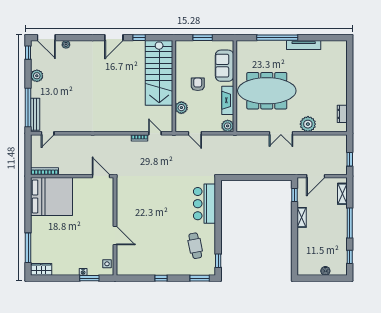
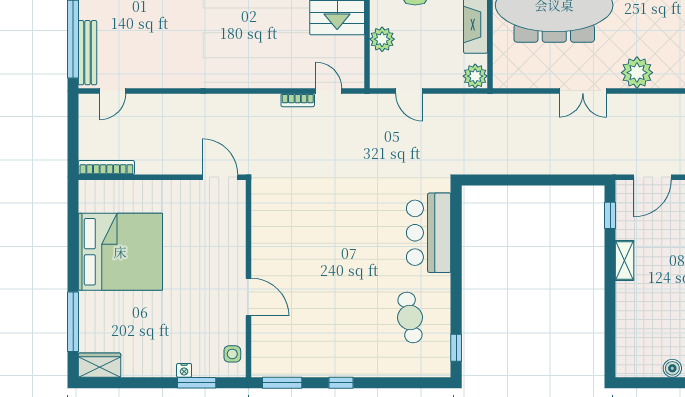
bed: (51, 196) -> (120, 252), moved
window: (200, 278) -> (282, 383), moved

